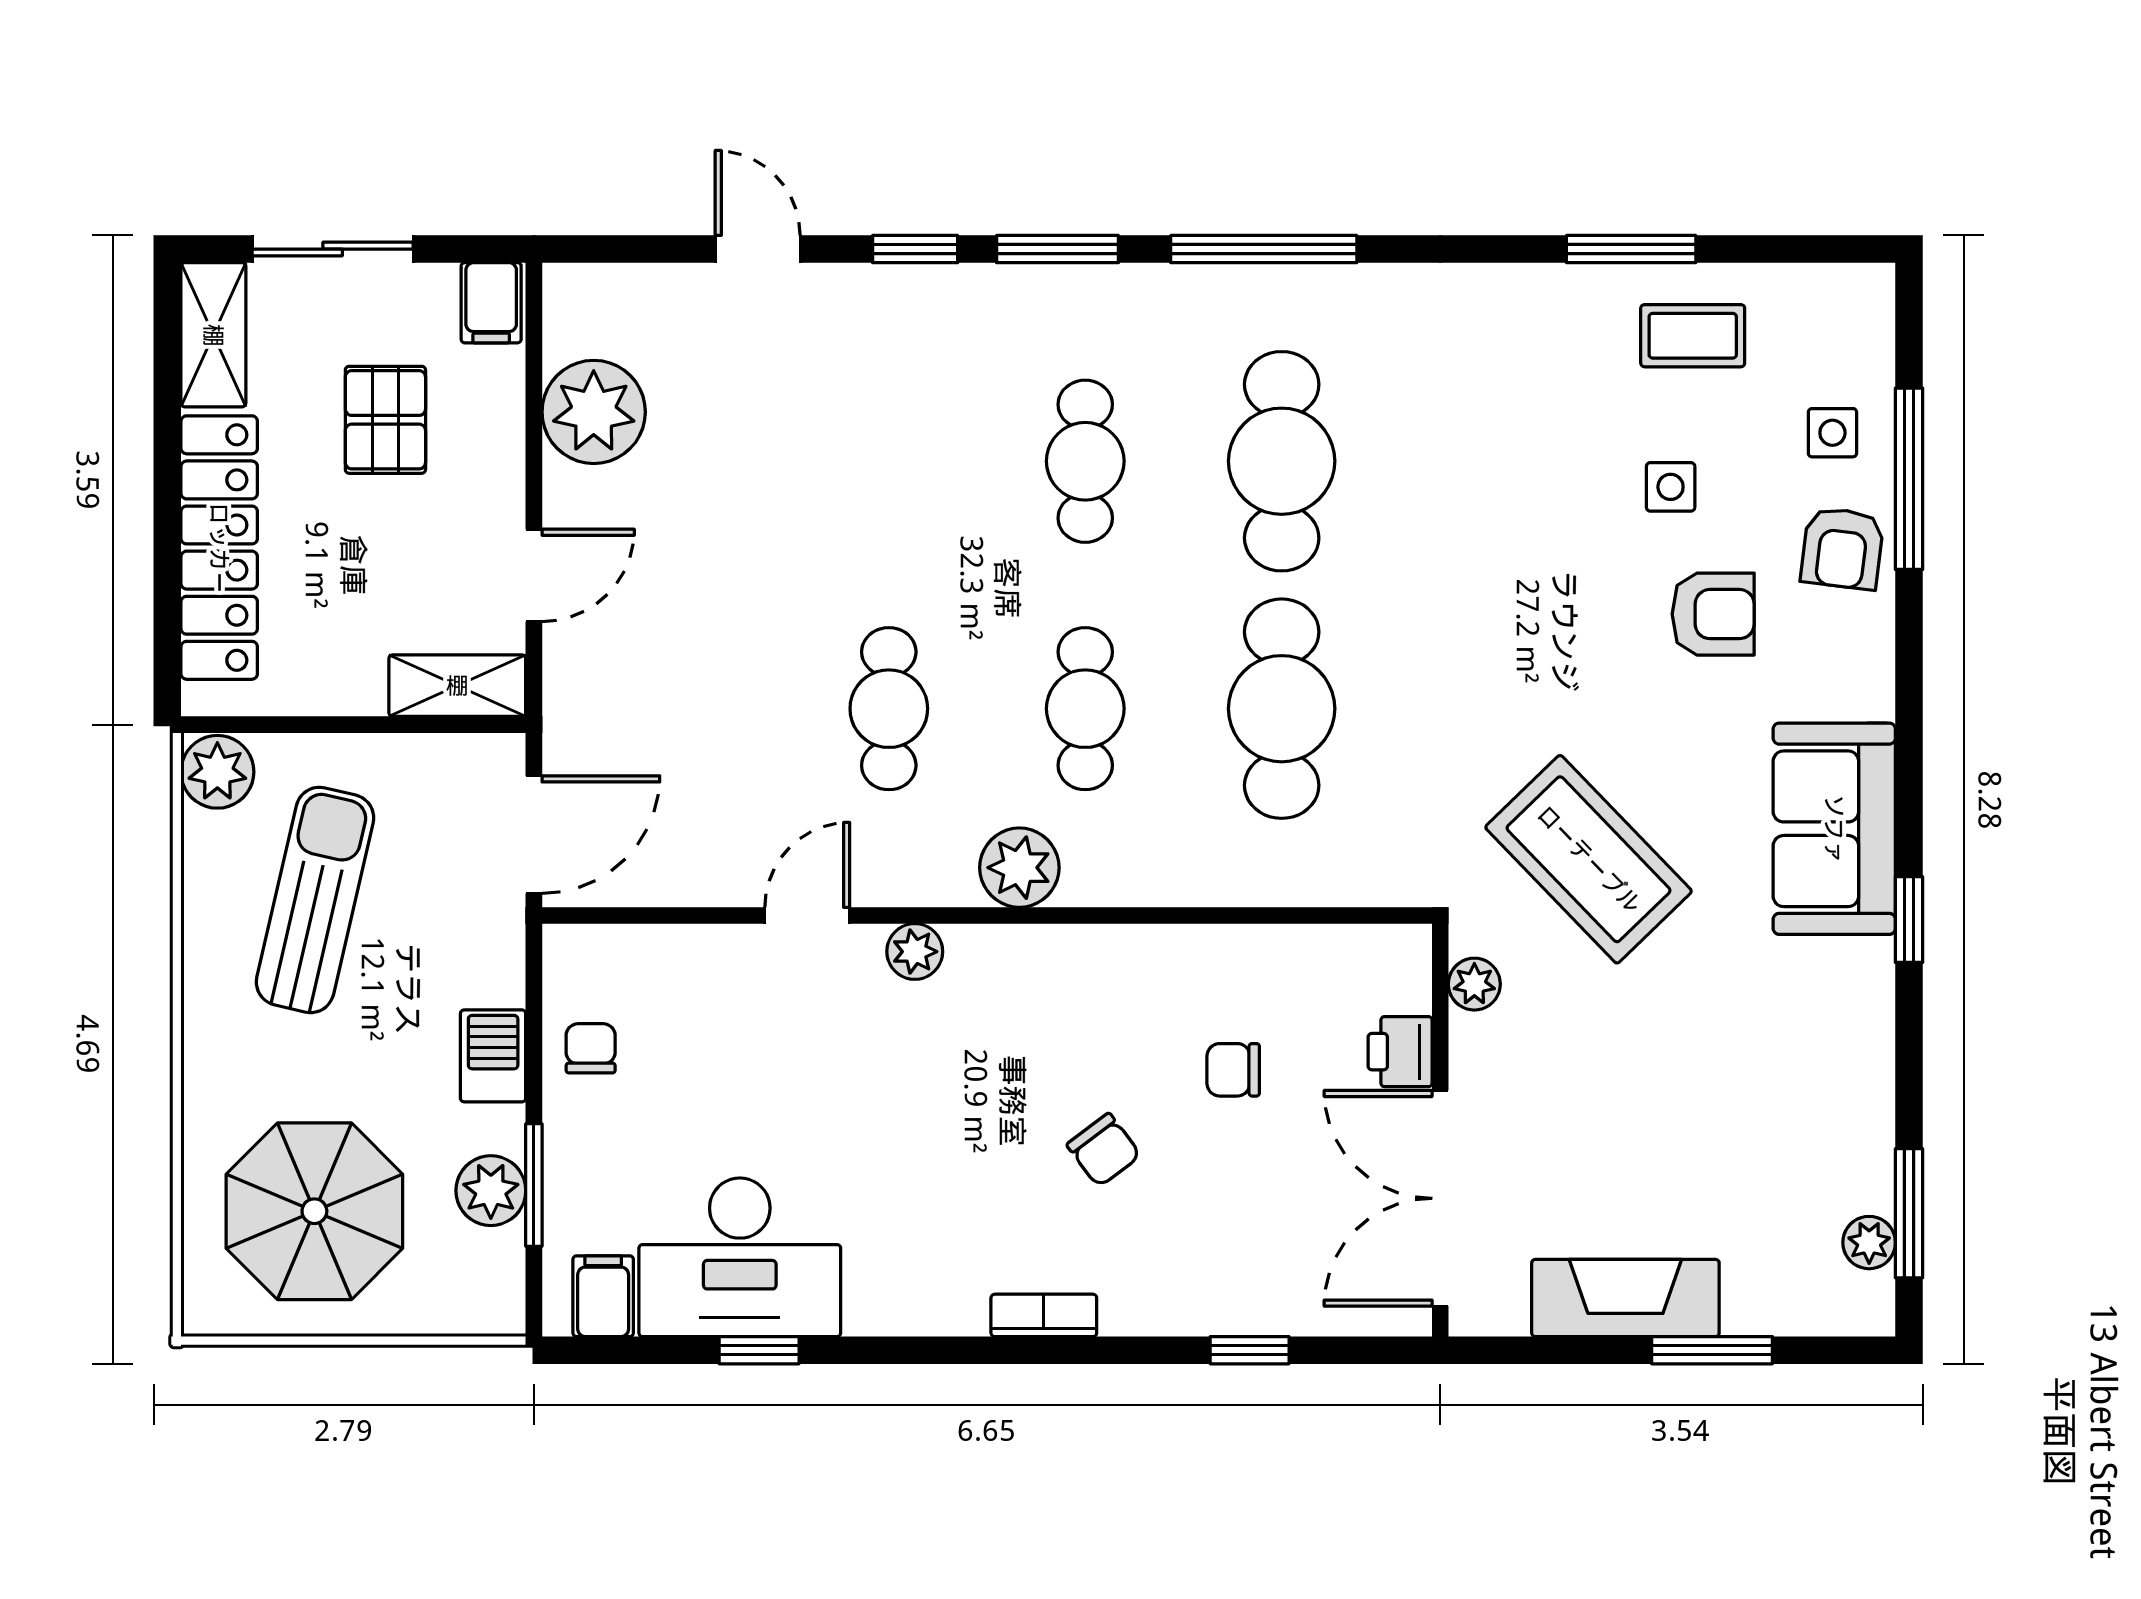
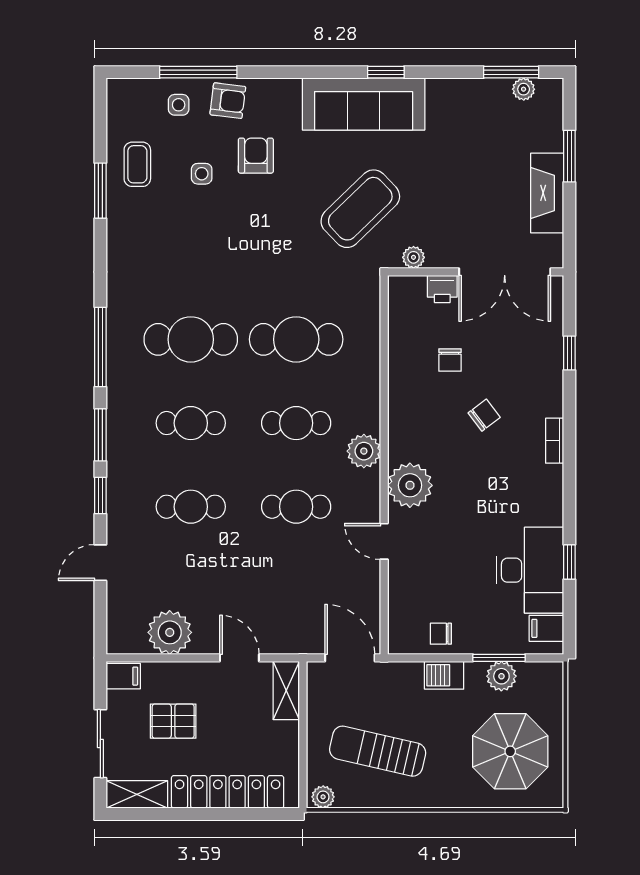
cafe table: (889, 461) -> (191, 507), added
plant: (217, 772) -> (323, 797), width x0.73, depth x0.73
sofa: (1834, 829) -> (364, 104), width x1.36
plant: (915, 952) -> (410, 485), width x1.87, depth x1.87

